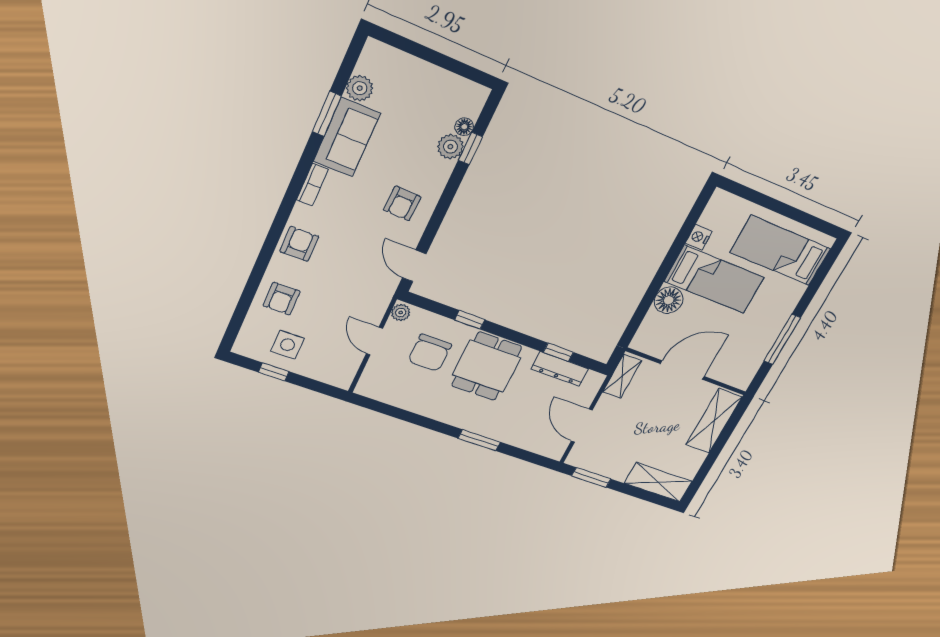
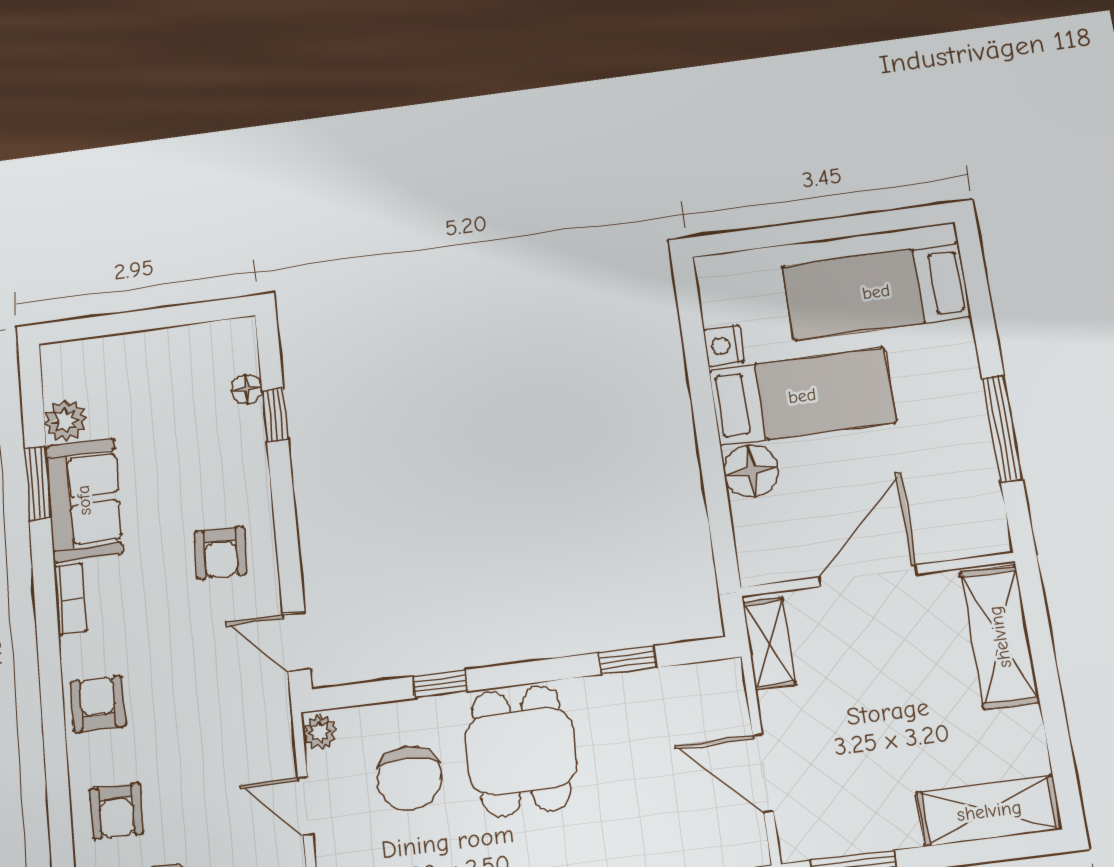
plant: (450, 147) -> (244, 428), removed
dresser: (560, 369) -> (650, 689), removed

